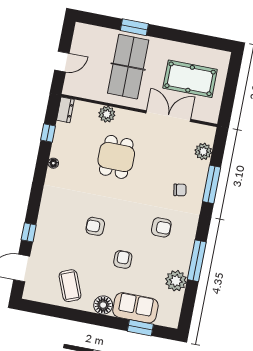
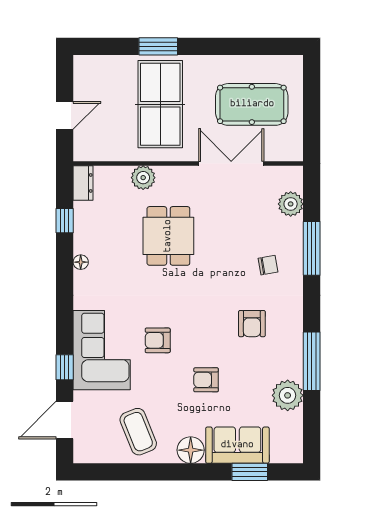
corner sofa: (56, 226) -> (102, 350), added
armchair: (161, 227) -> (252, 324), turned 90
armchair: (123, 259) -> (206, 380), turned -90

